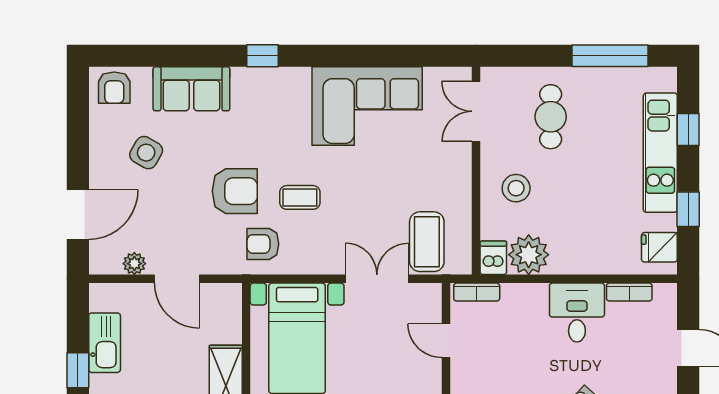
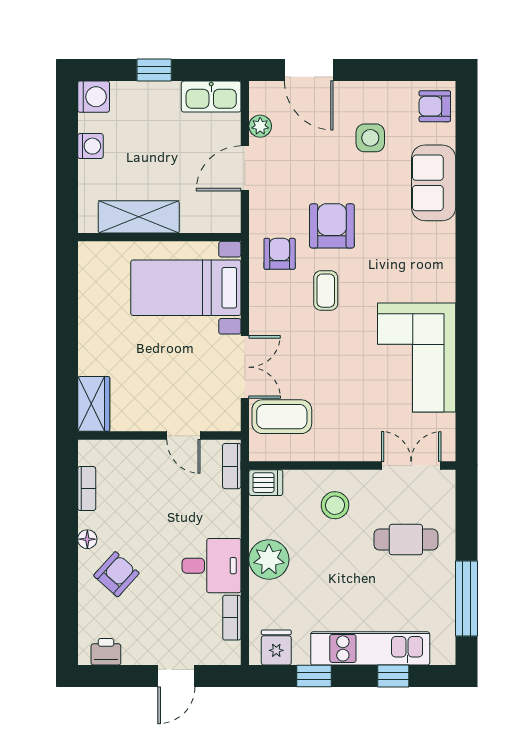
window: (263, 56) -> (466, 253), removed
side table: (146, 153) -> (370, 138), turned -30
armchair: (235, 191) -> (332, 226), turned 180
plant: (529, 255) -> (269, 559), moved
door: (446, 341) -> (183, 436), swing flipped
kitchen sink: (105, 343) -> (211, 97), moved

